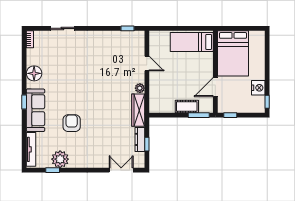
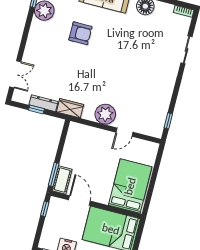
bed: (192, 42) -> (130, 186), width x1.50
plant: (140, 88) -> (105, 114), width x1.87, depth x1.87
cot: (187, 106) -> (62, 180), moved
wardrobe: (138, 110) -> (70, 108), width x0.67

